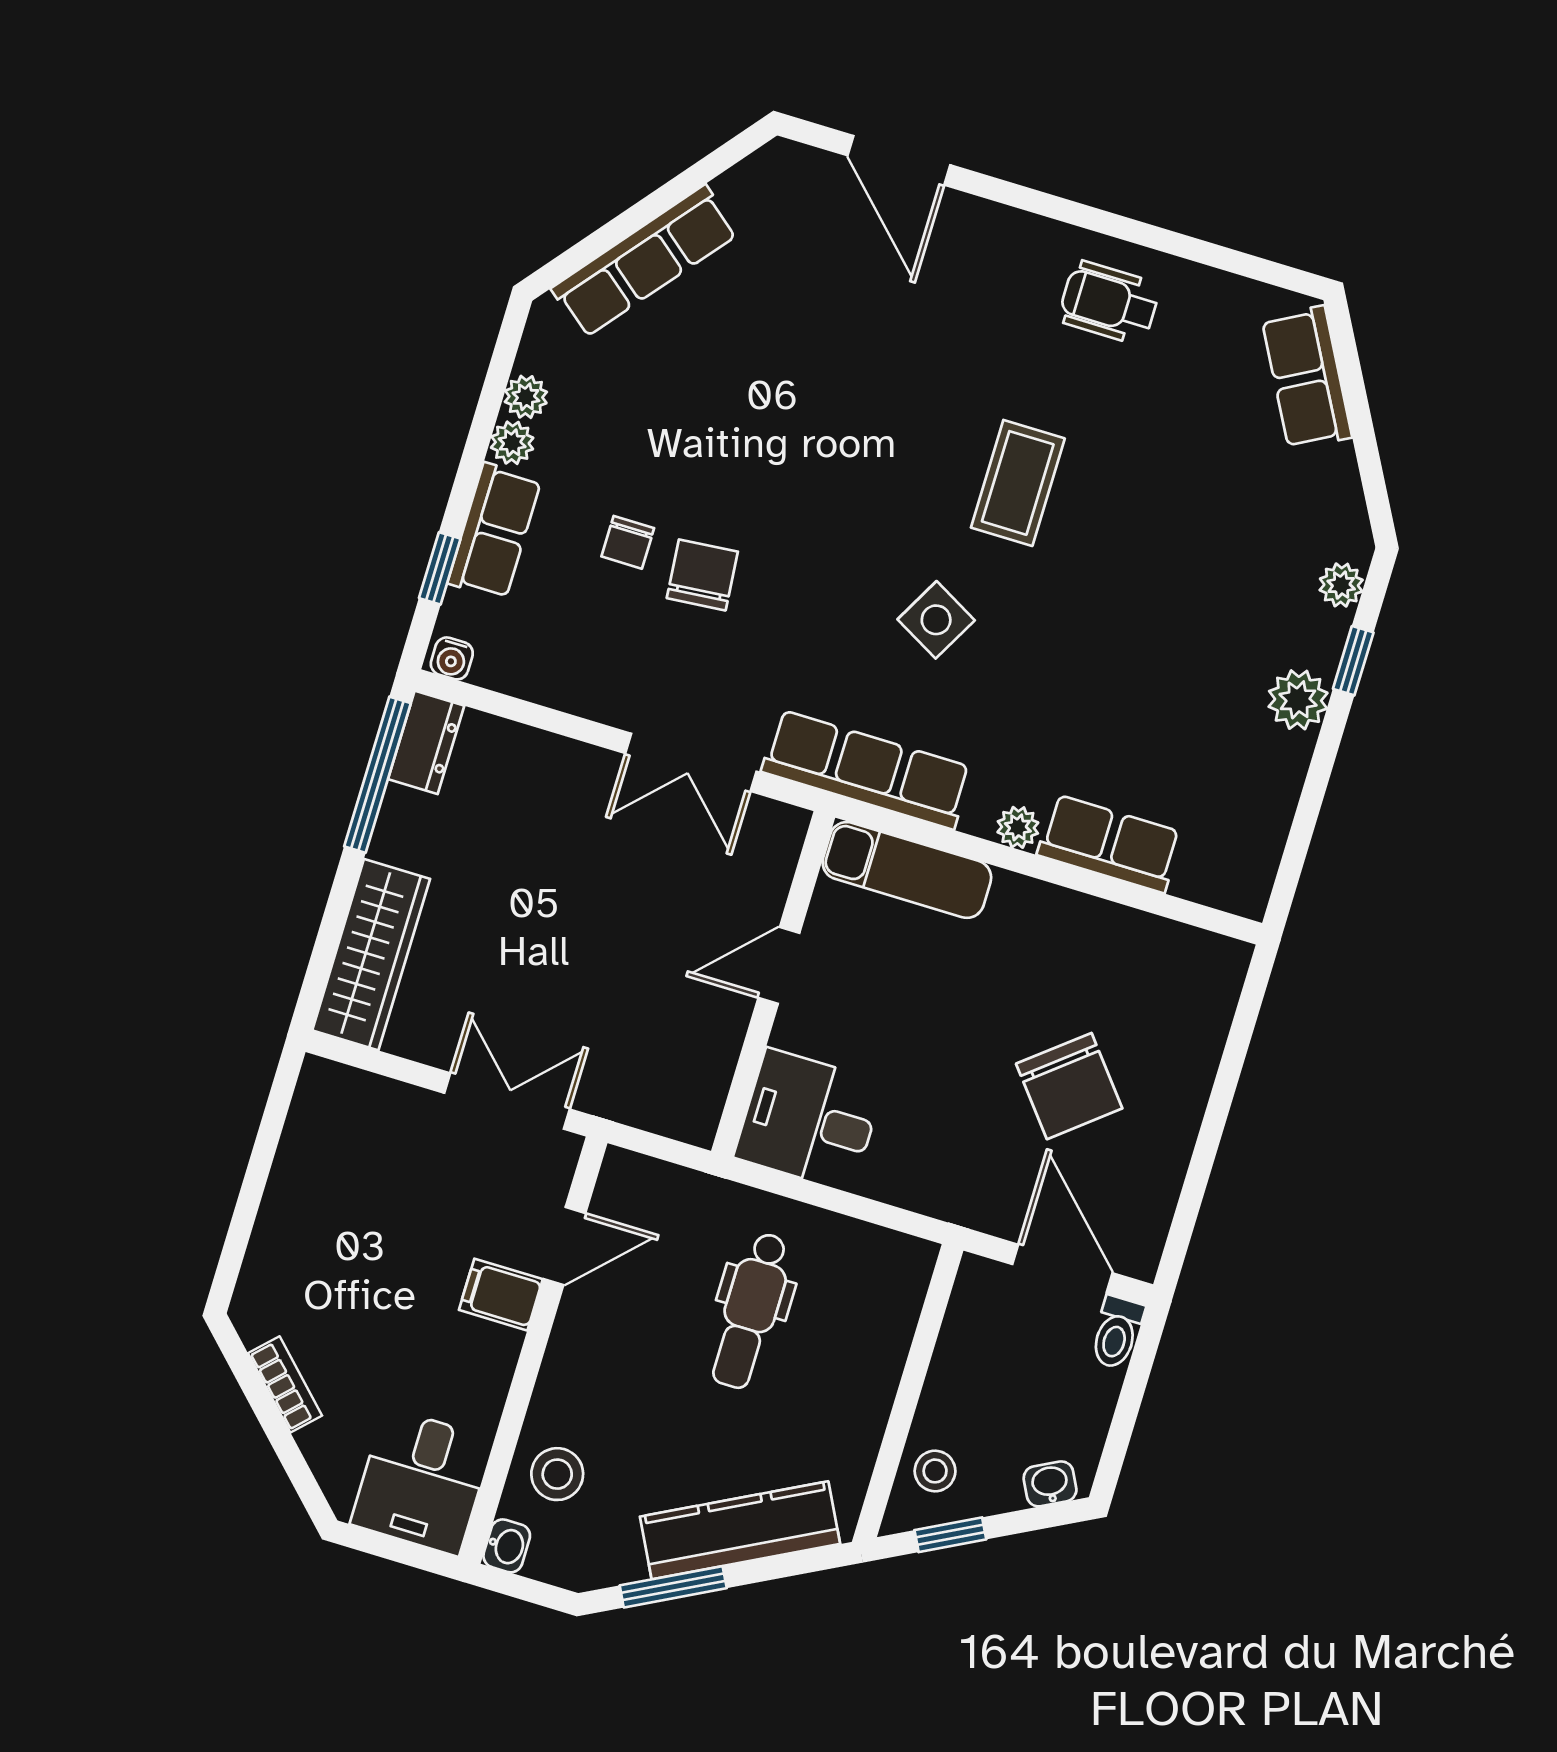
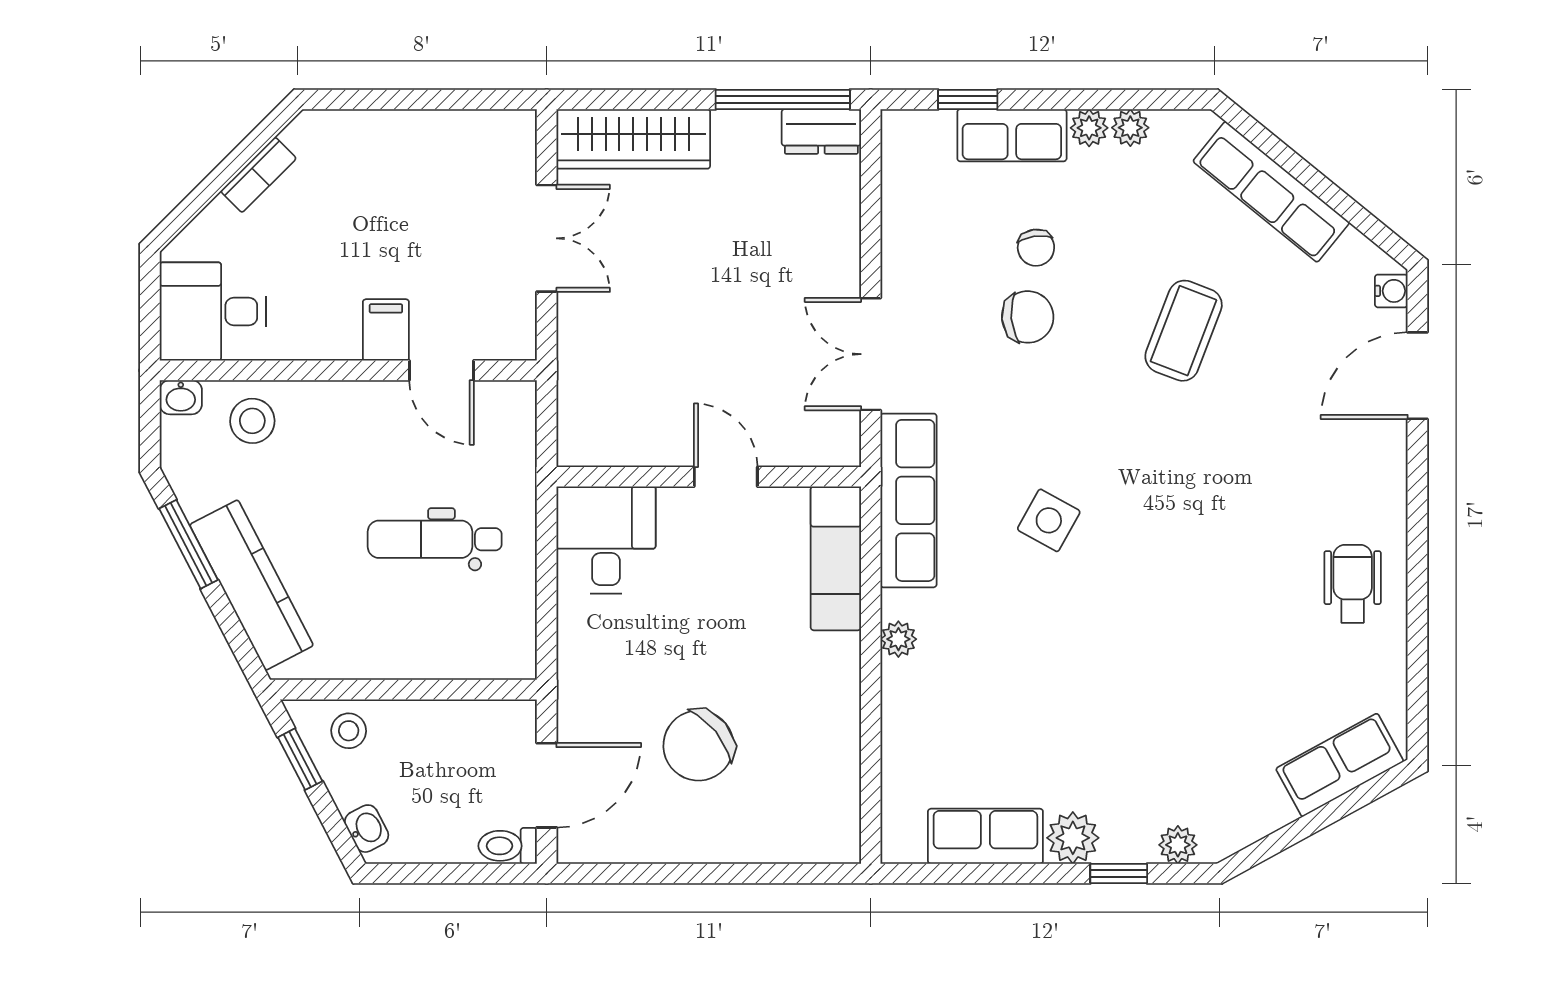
coffee table: (1018, 483) -> (1184, 331), moved, turned -69
chair: (628, 542) -> (1036, 248), turned -98
water cooler: (452, 658) -> (1391, 291), moved, turned 180
row of seats: (1110, 844) -> (985, 836), moved, turned -90
double door: (507, 1101) -> (547, 238), moved

